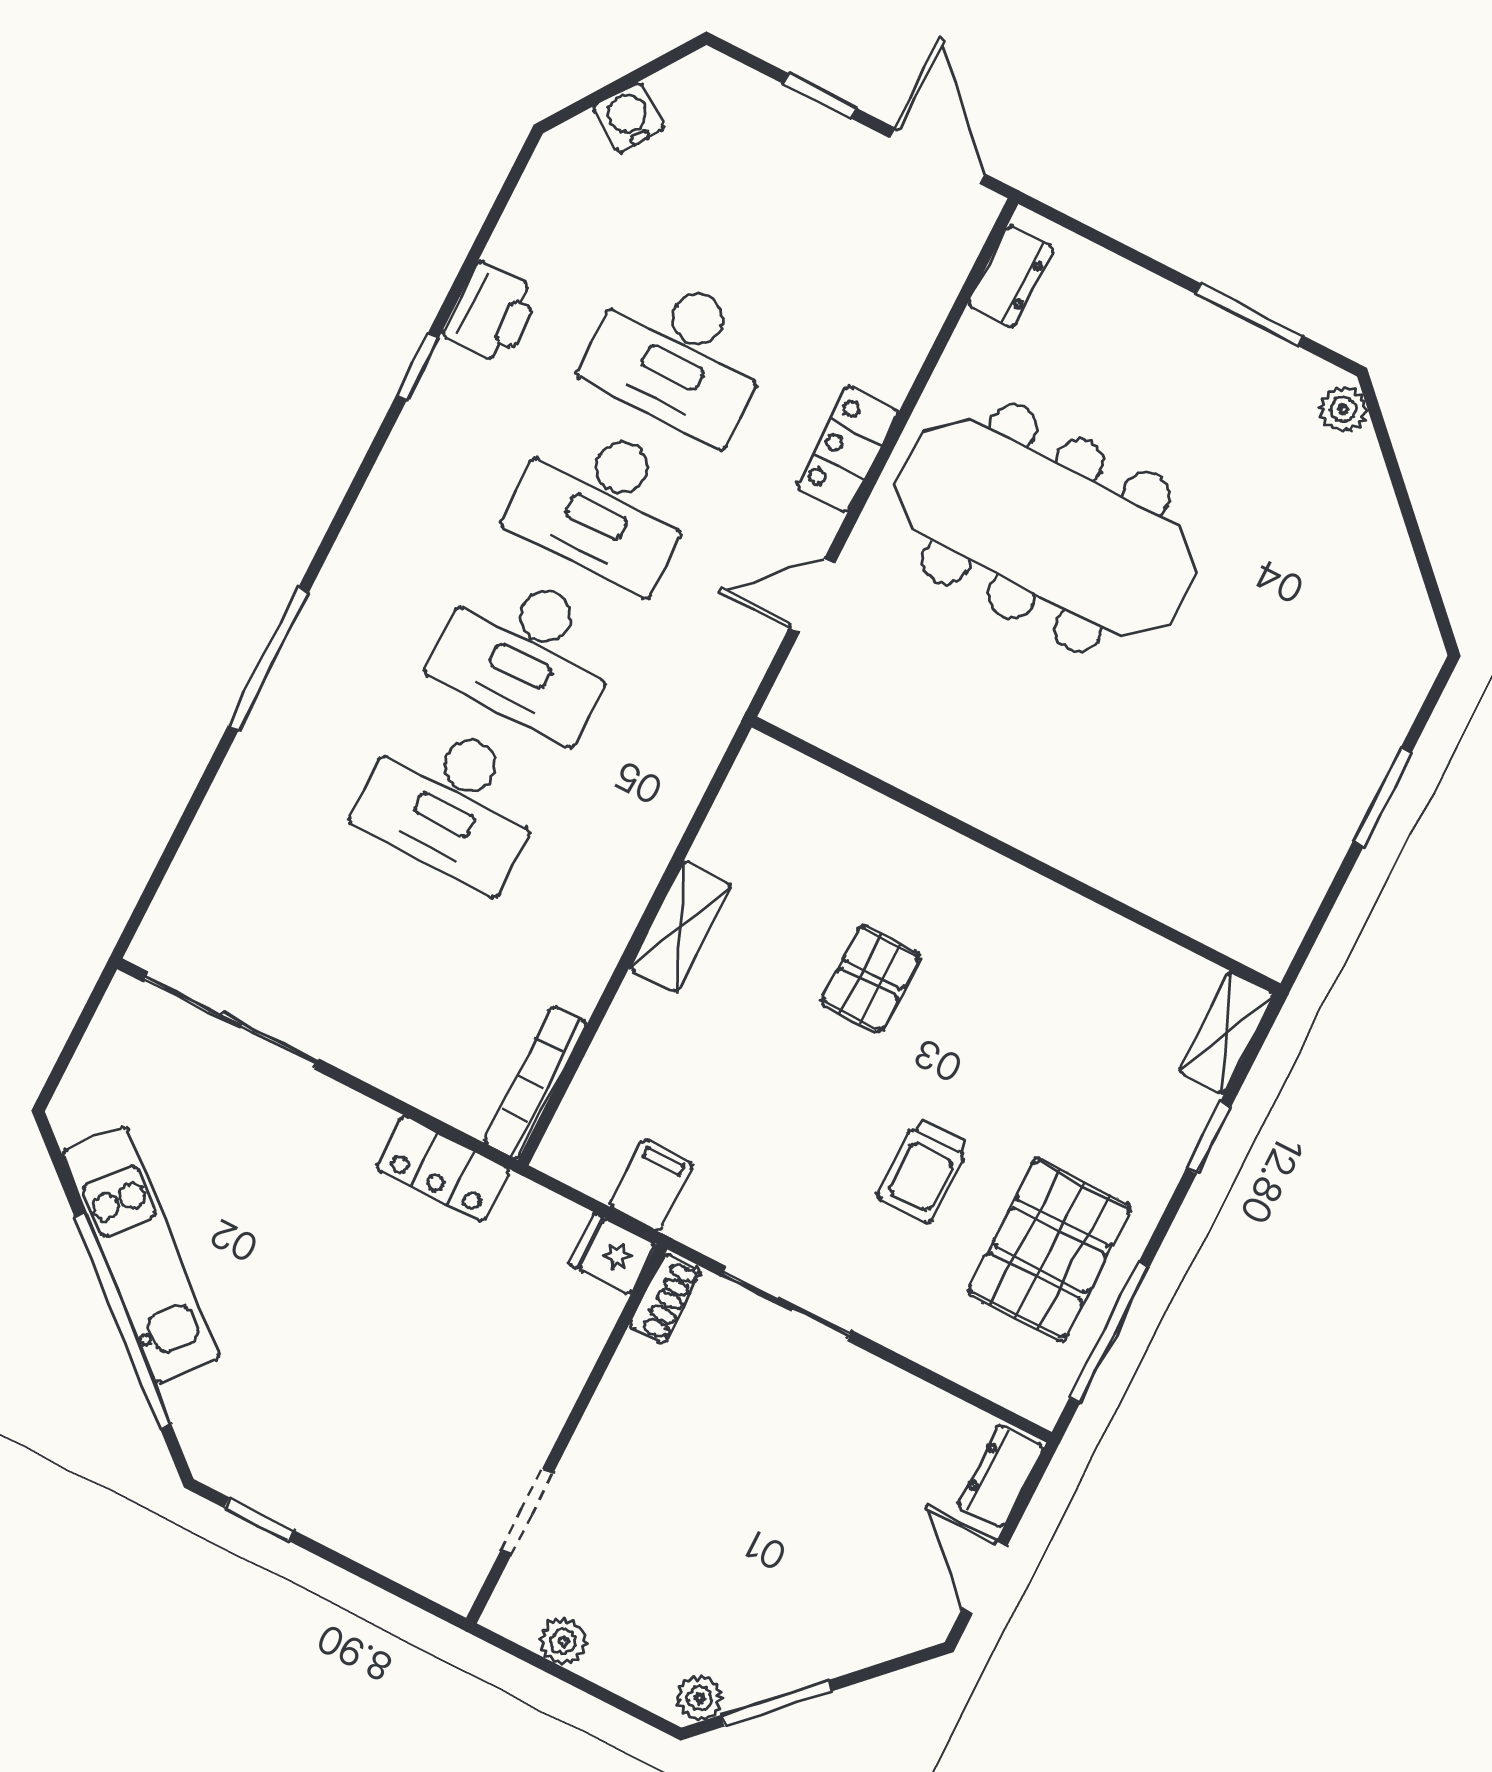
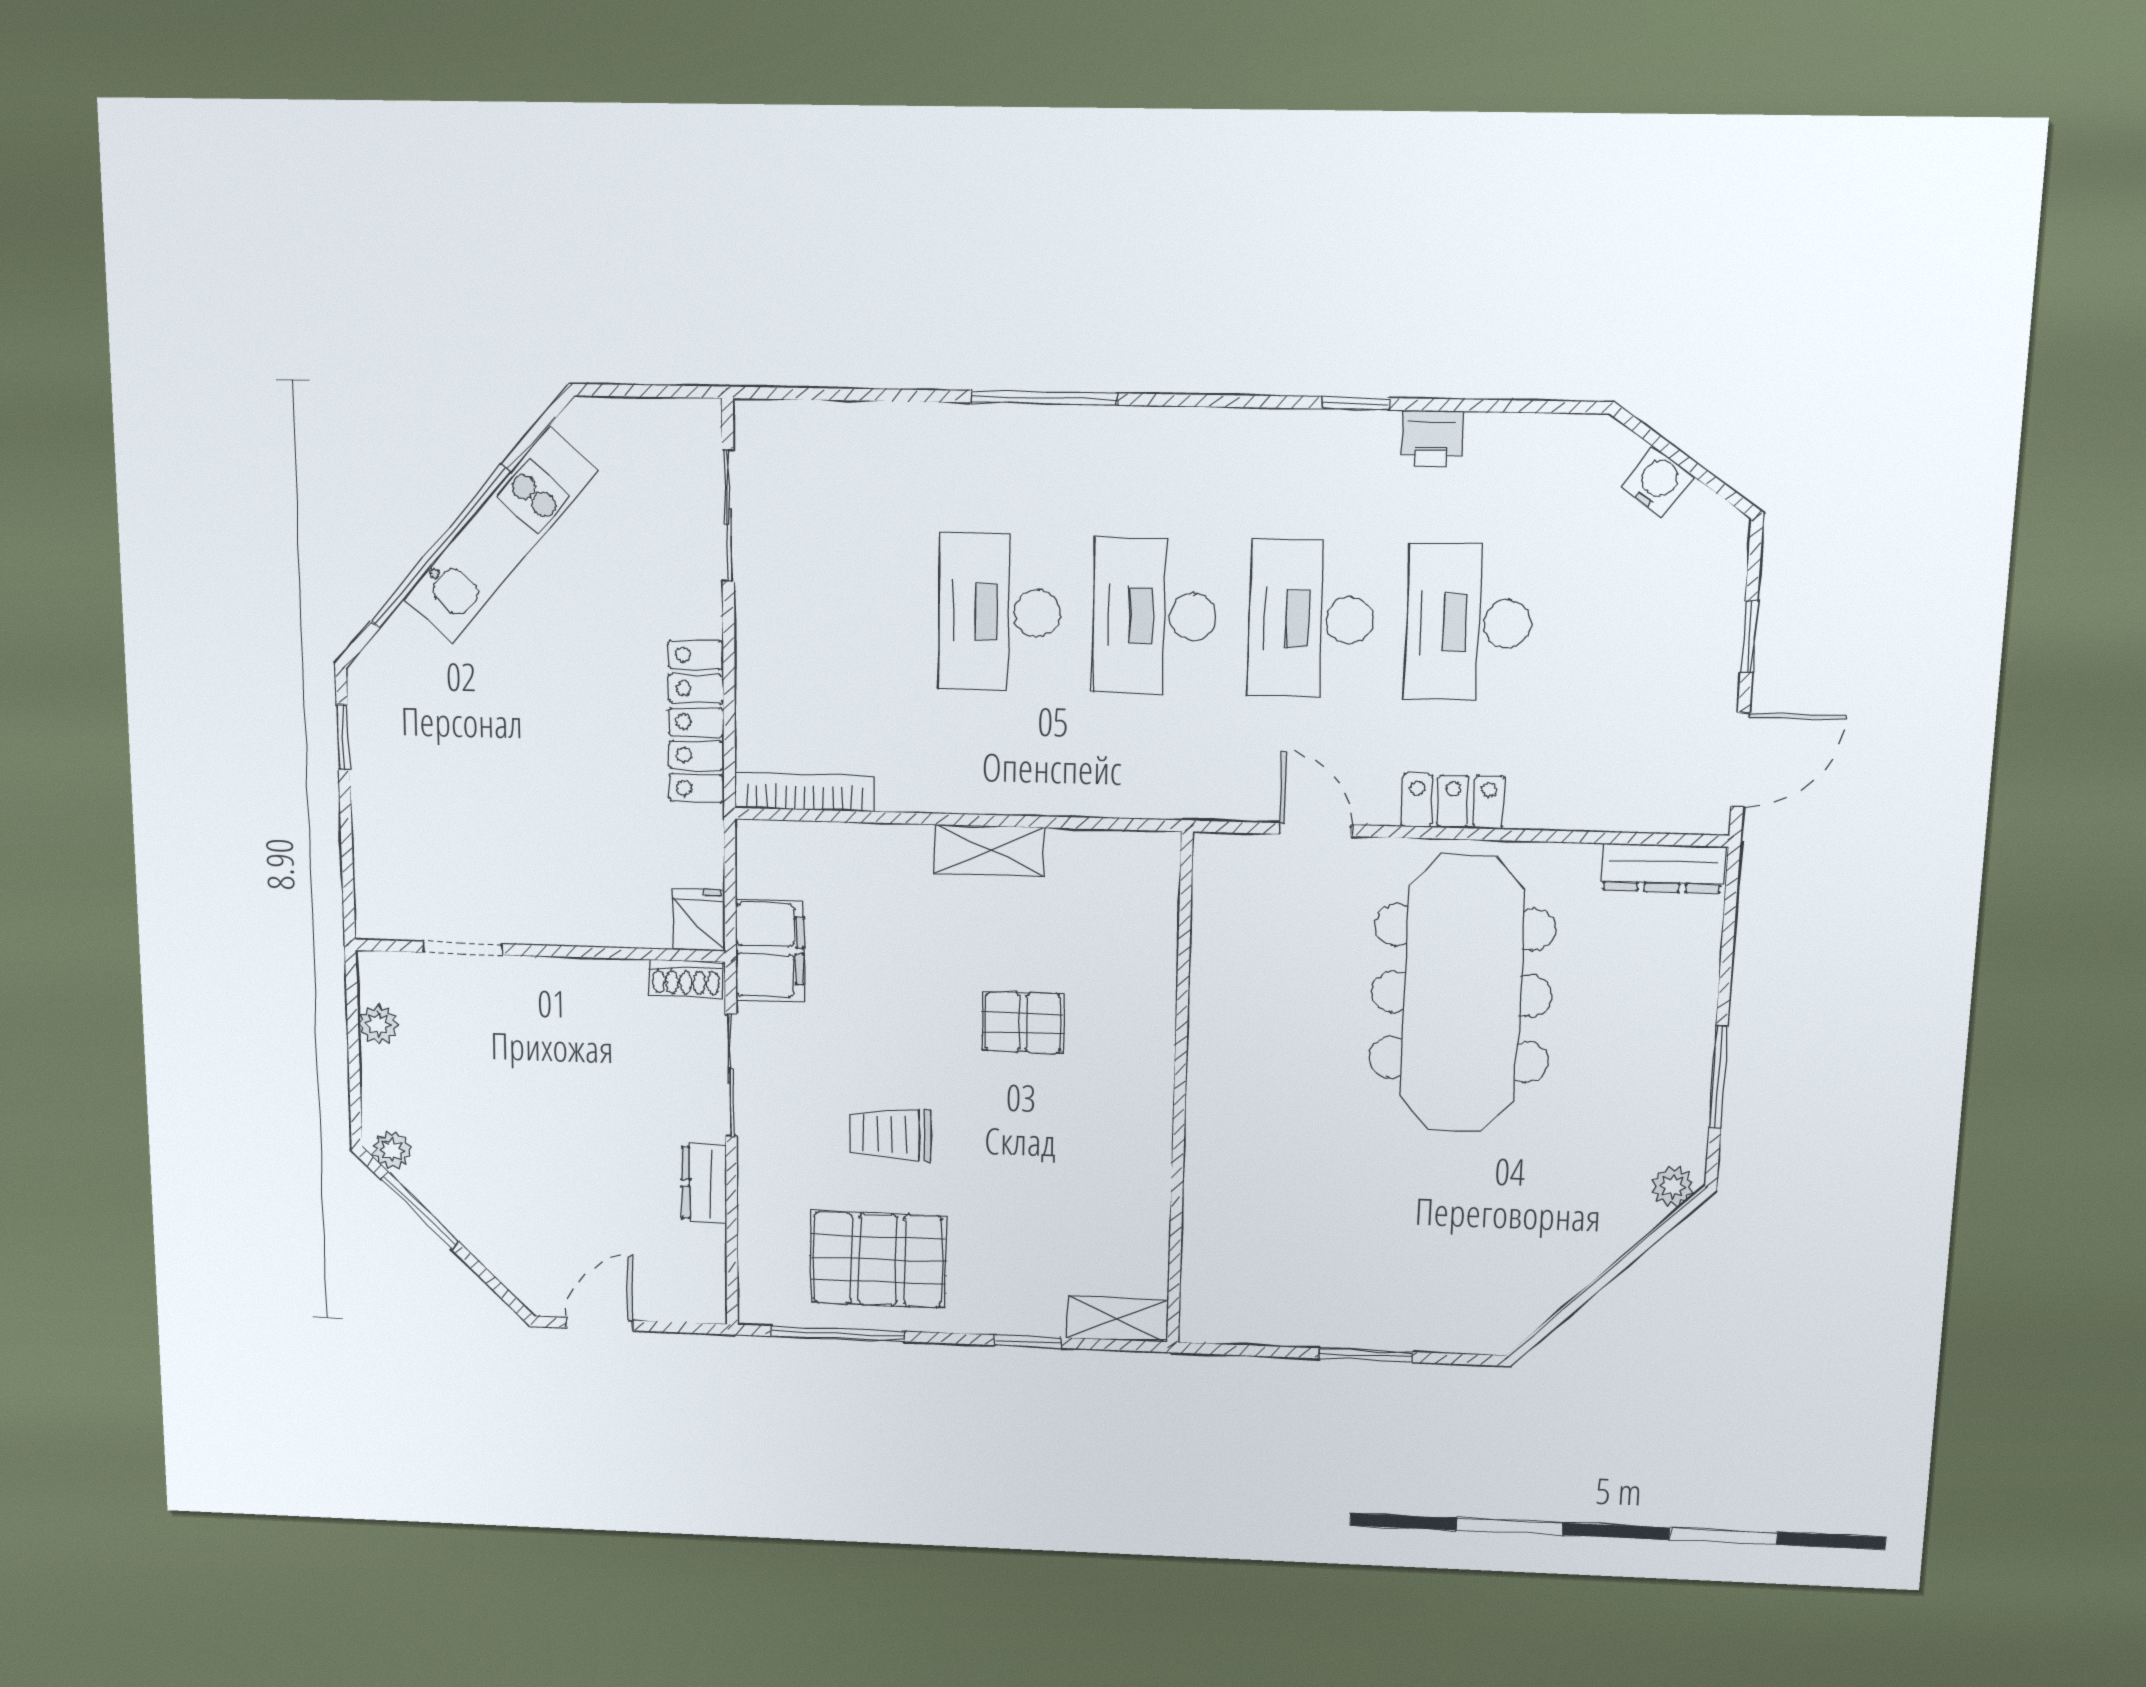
dresser: (1010, 276) -> (1663, 868), width x1.44
printer: (491, 313) -> (1432, 438), width x0.73, depth x0.81
sliding door: (231, 1020) -> (728, 516), width x0.73
locker: (443, 1169) -> (696, 722), width x1.53
filing cabinet: (651, 1185) -> (770, 950), width x2.00
dresser: (1001, 1476) -> (704, 1184), moved, turned -90

